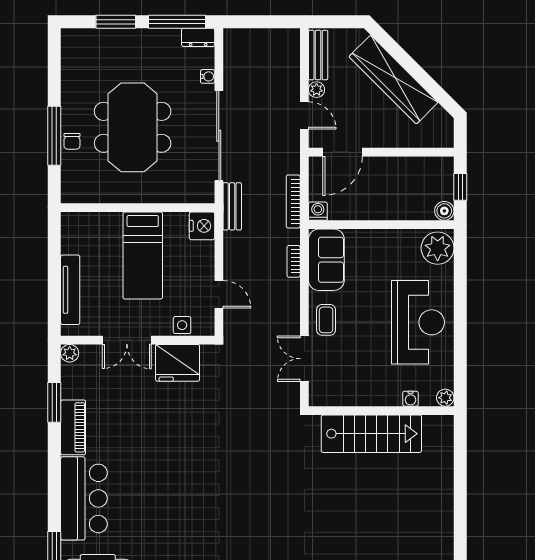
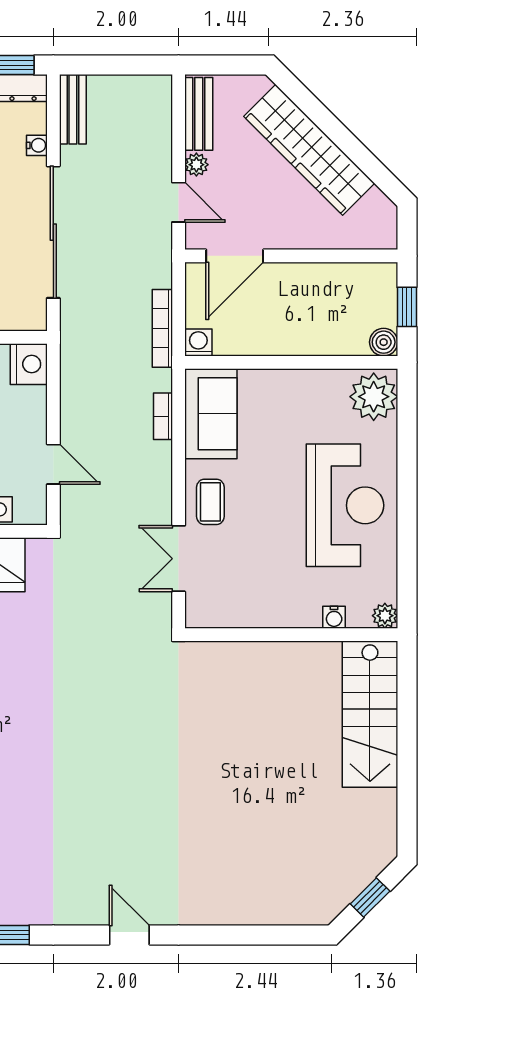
bench: (232, 206) -> (73, 109), moved
stairs: (371, 434) -> (370, 714), moved, turned 90

